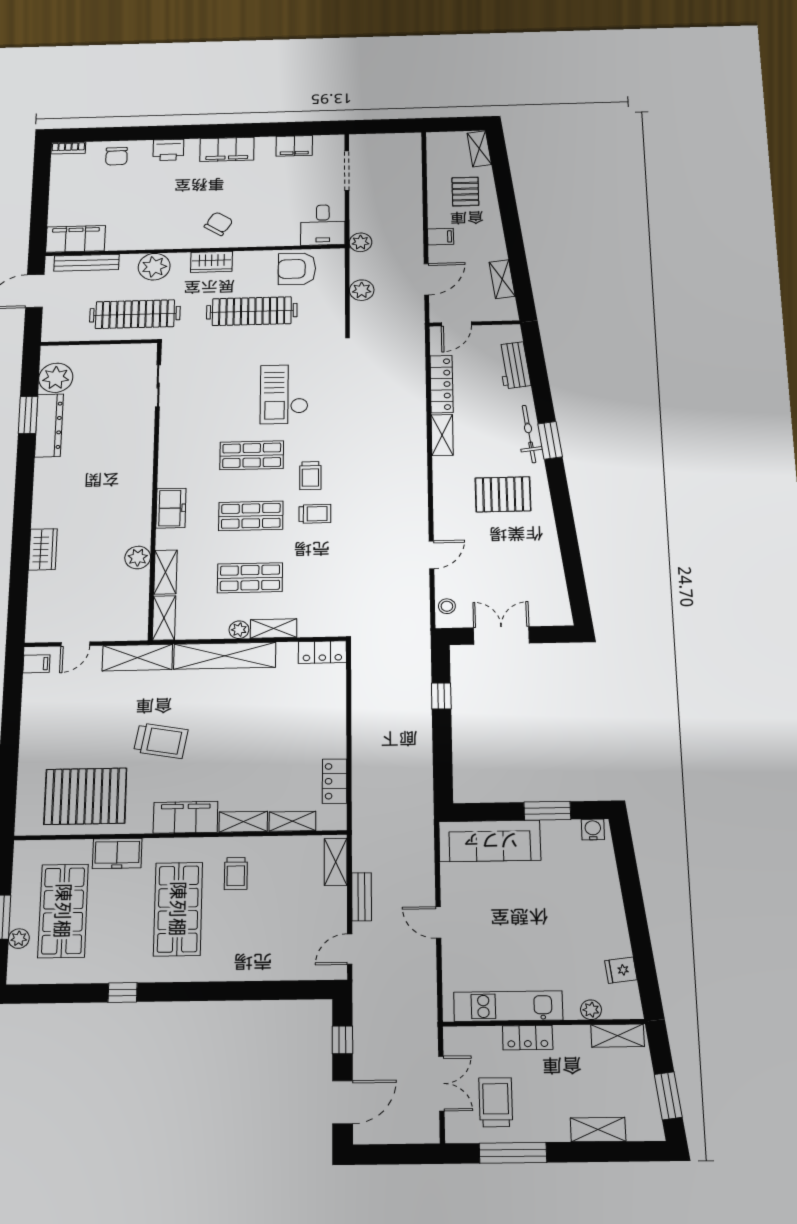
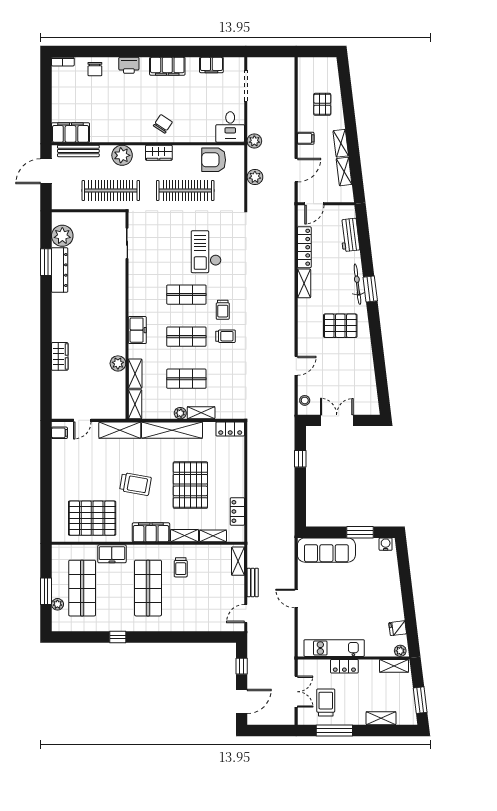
shelving: (479, 149) -> (341, 143), moved
pallet: (254, 741) -> (190, 485), added
plant: (591, 1010) -> (400, 651), moved

